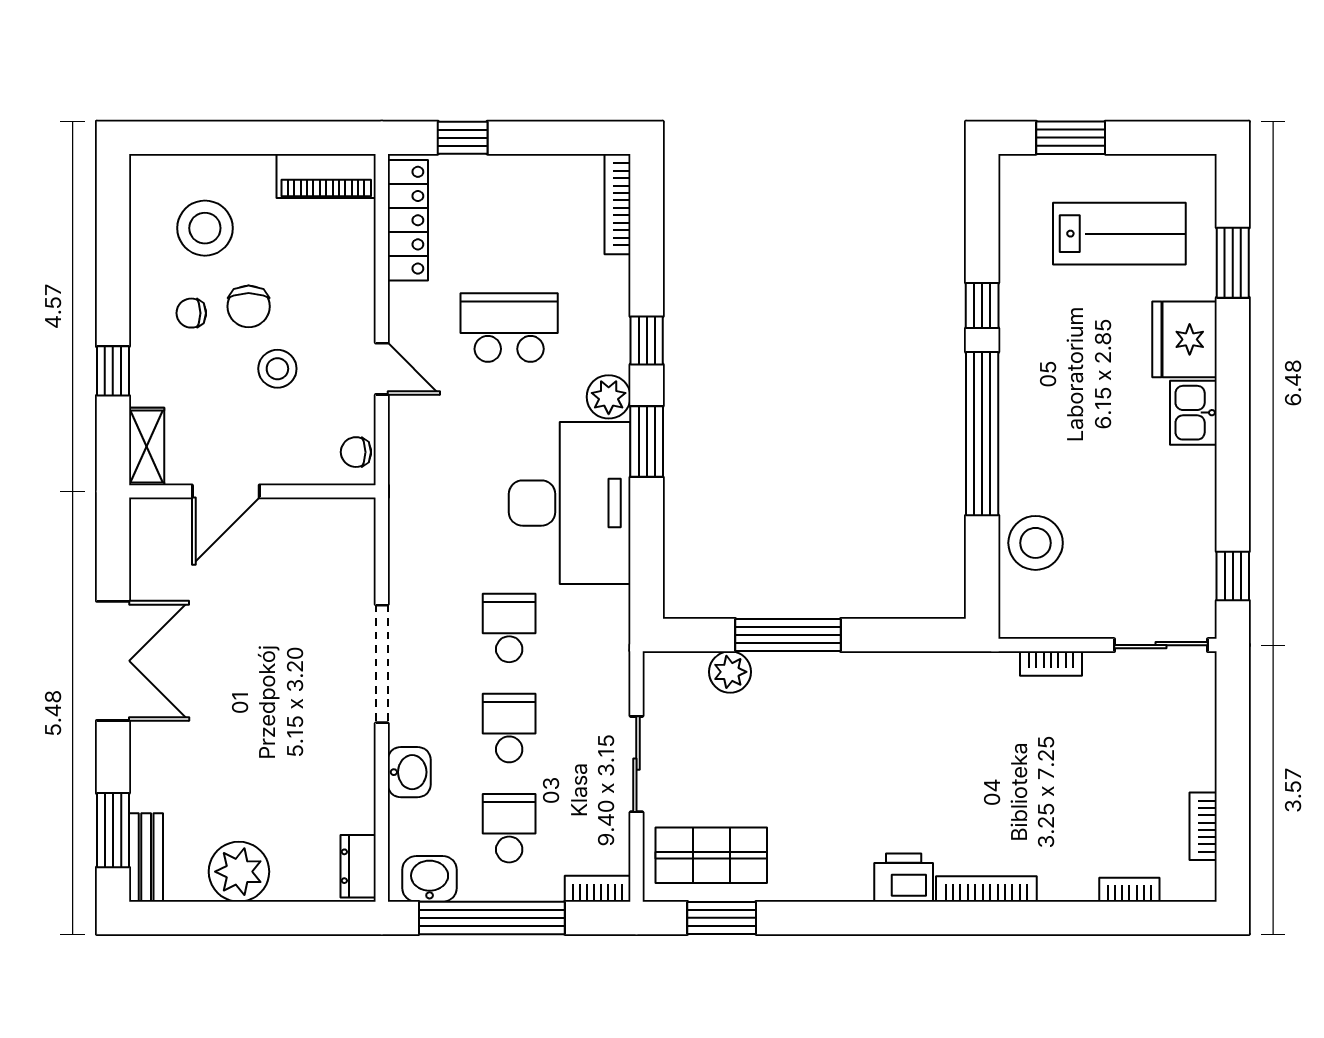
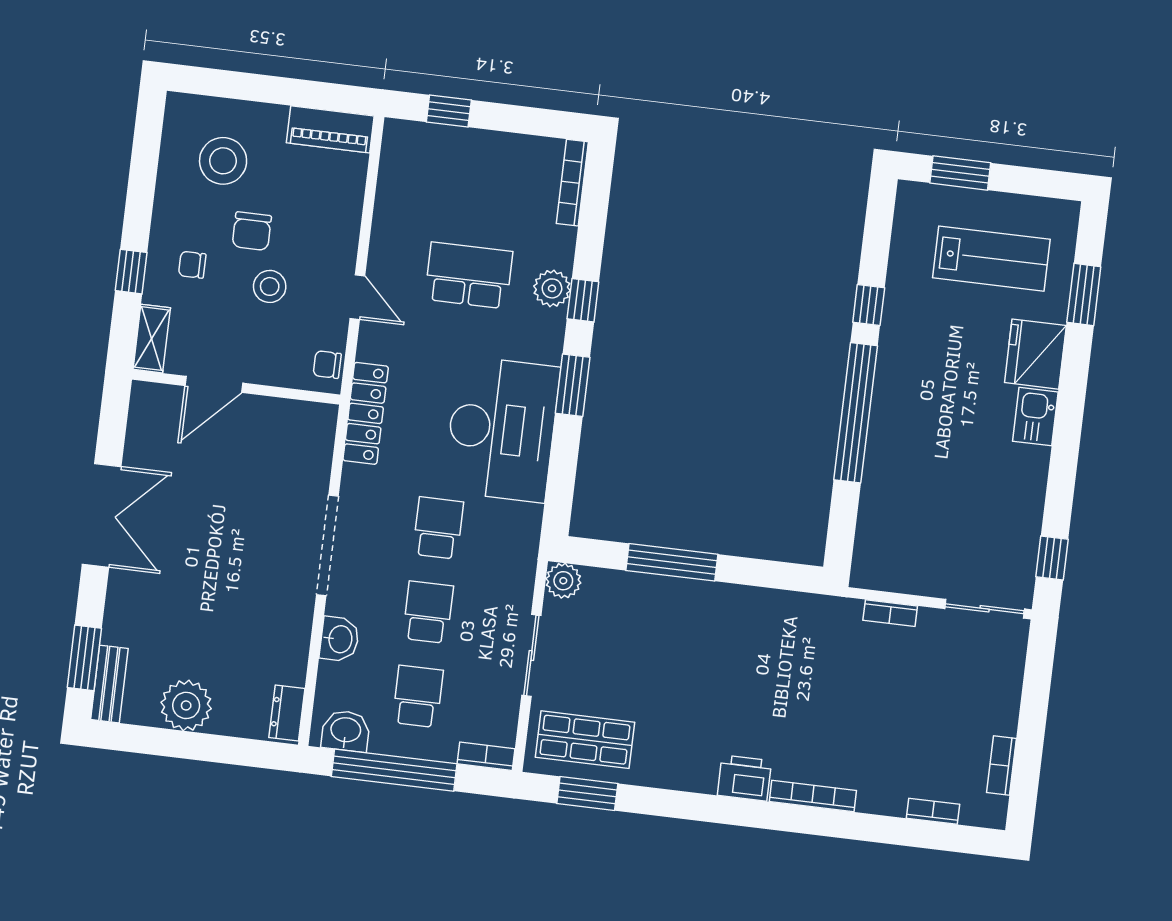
locker: (408, 220) -> (366, 413), moved
chair: (191, 313) -> (192, 265), moved
plant: (609, 397) -> (552, 288), moved
stool: (1036, 543) -> (889, 510), removed
plant: (730, 672) -> (563, 581), moved

